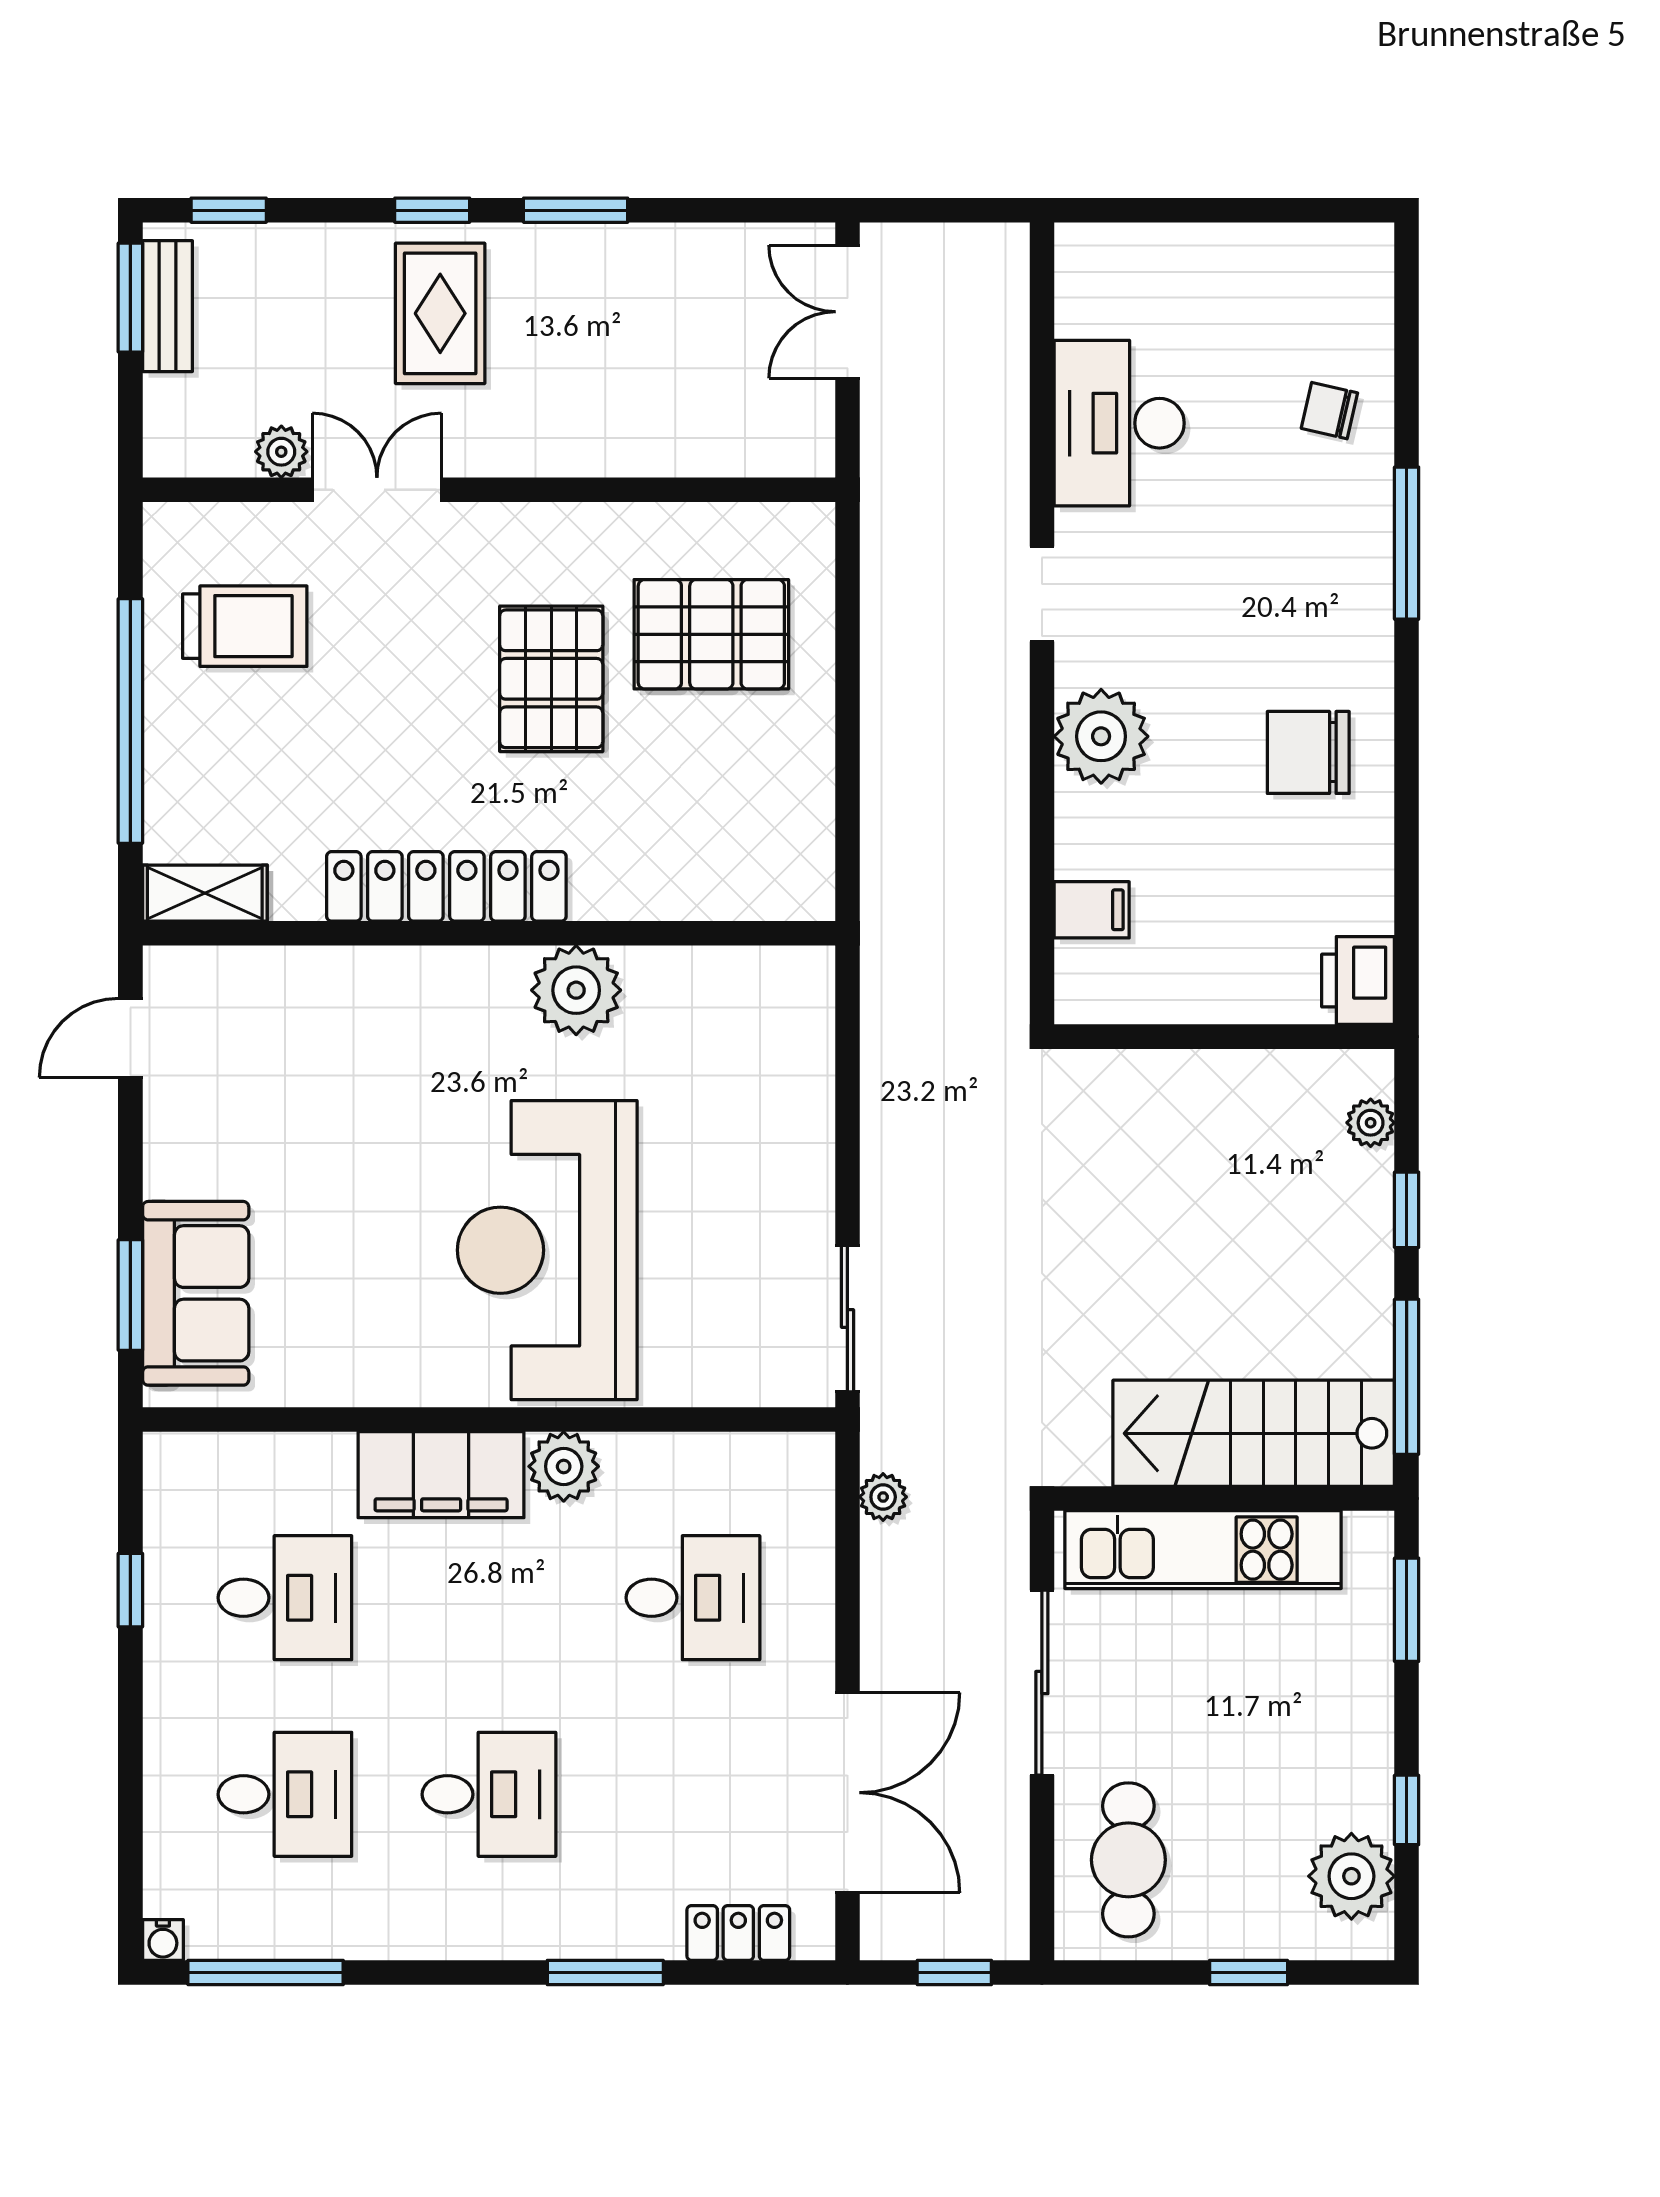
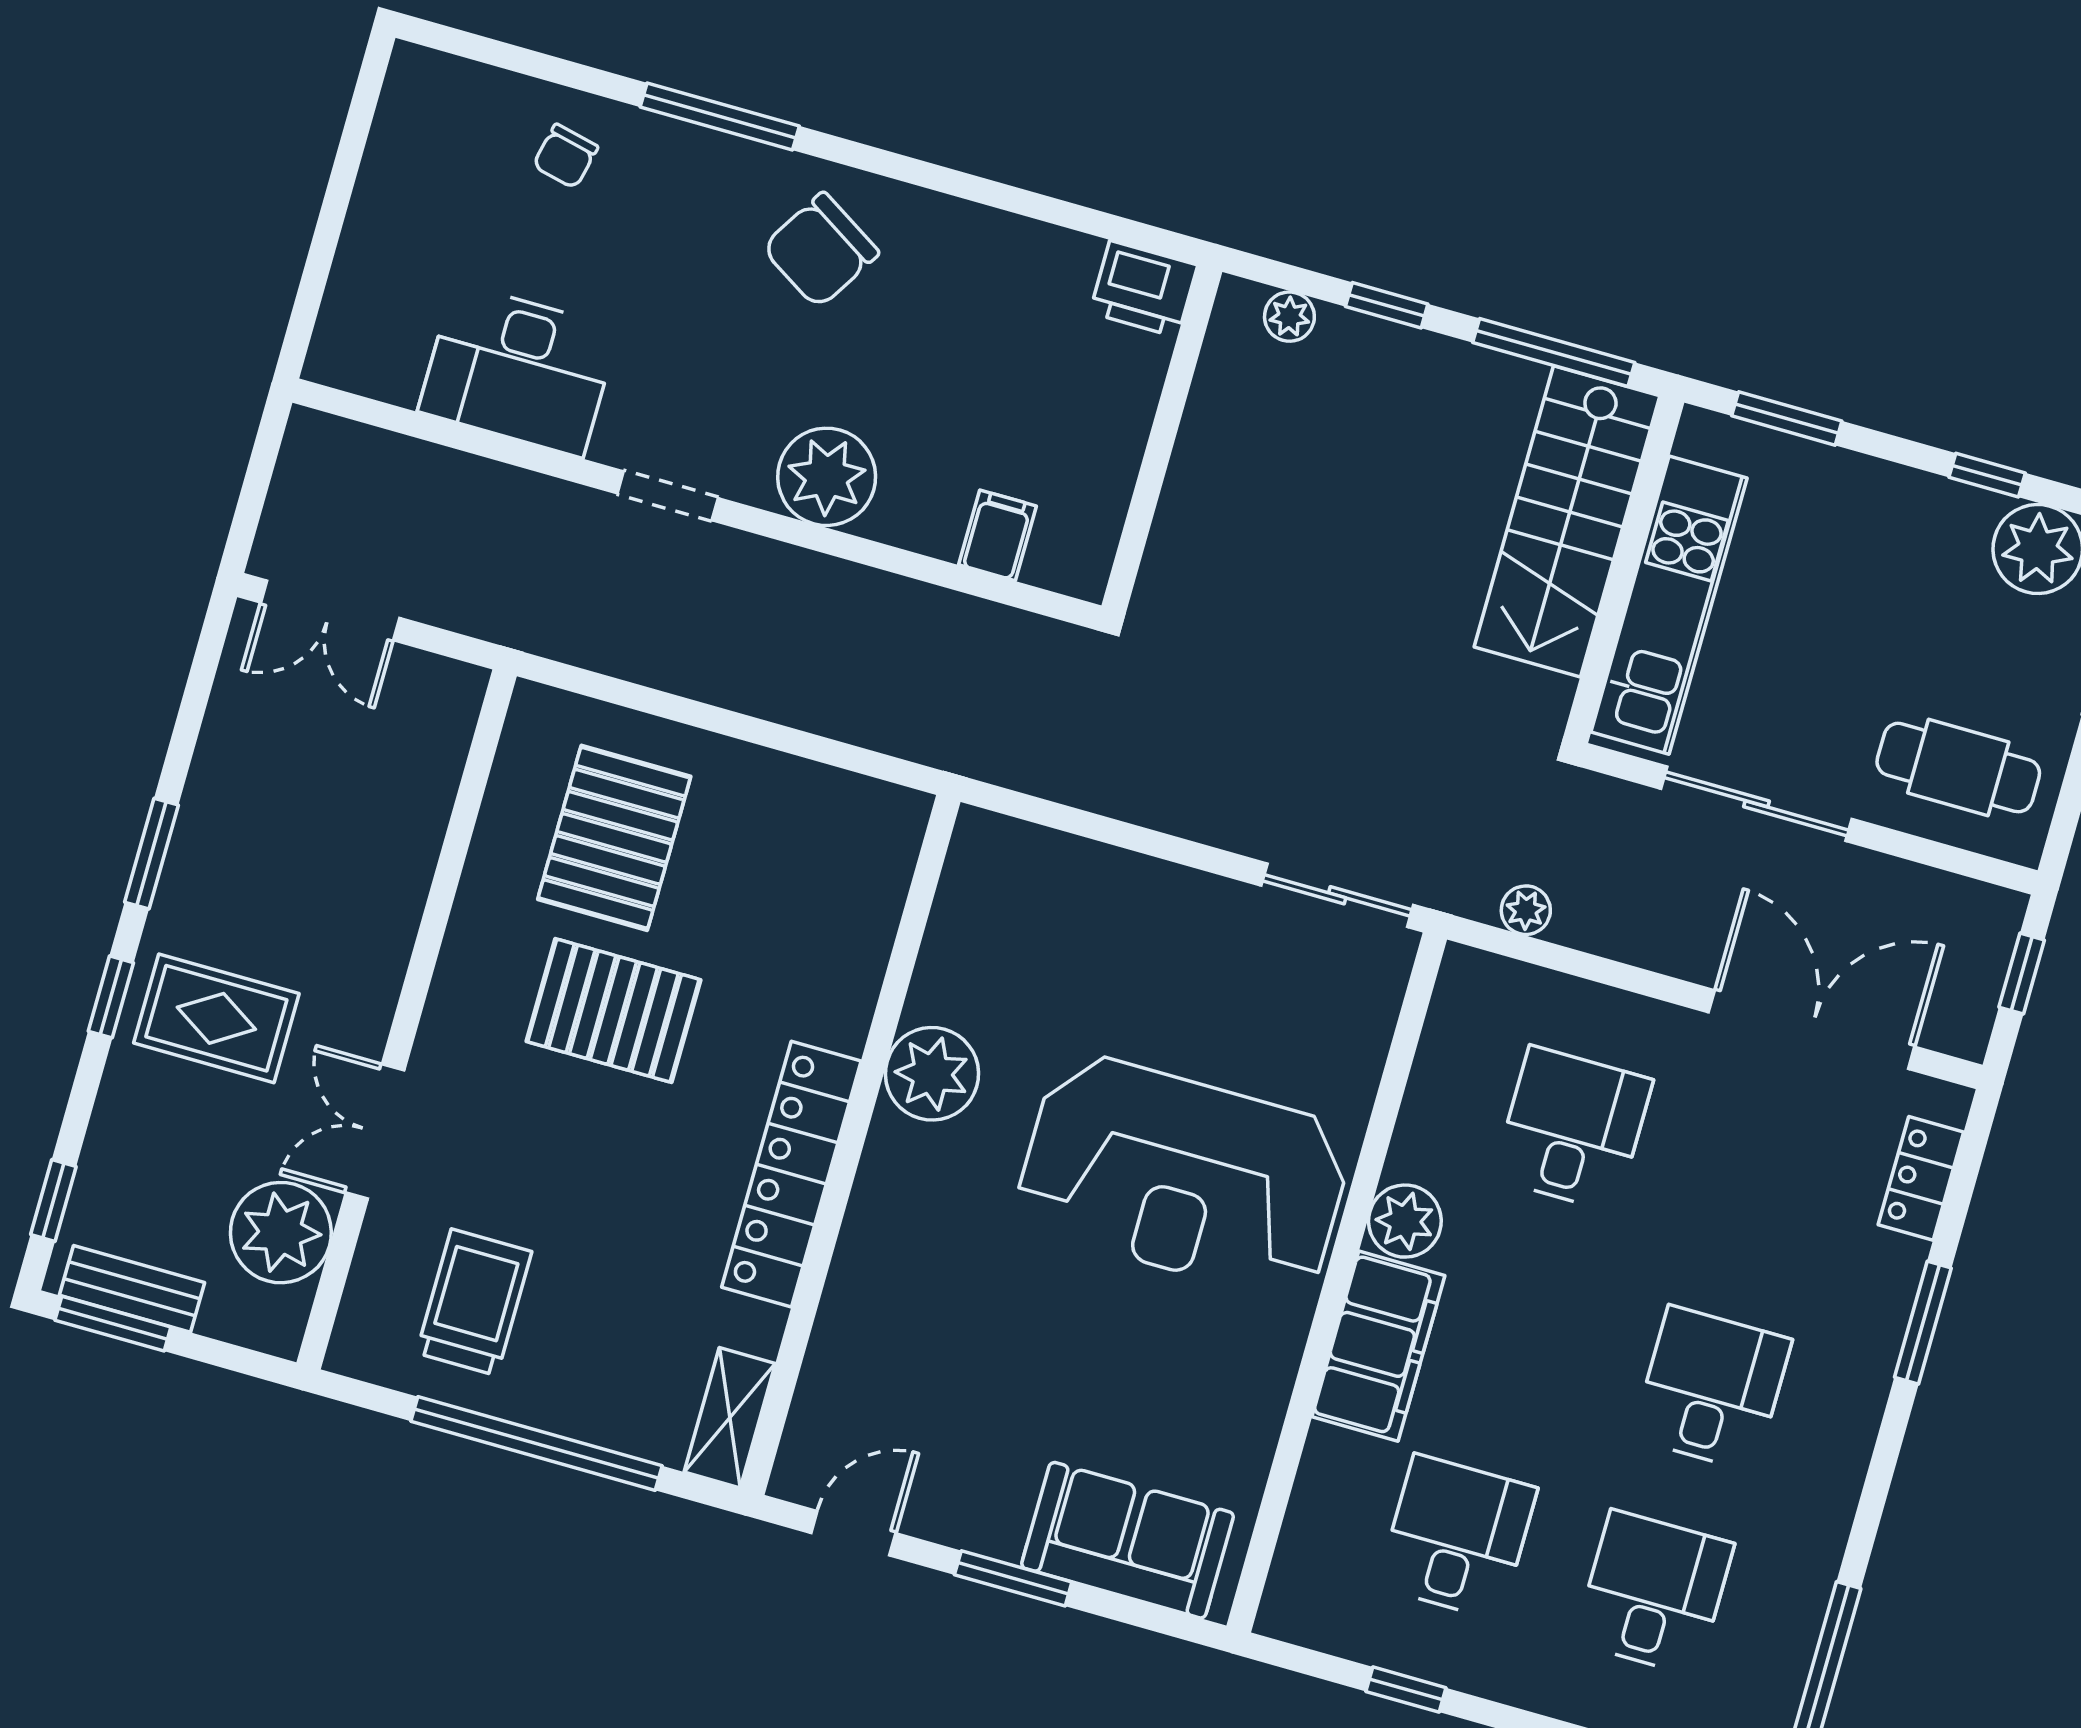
plant: (281, 452) -> (281, 1233), width x1.88, depth x1.88
chair: (1308, 752) -> (821, 250), moved, turned 32
door: (130, 1038) -> (853, 1533), swing flipped
window: (130, 1295) -> (1013, 1578), moved

